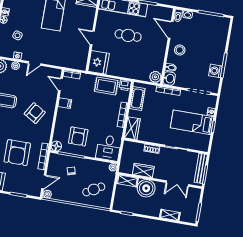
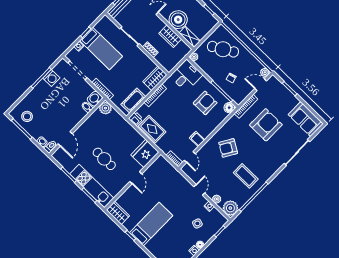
stool: (180, 50) -> (27, 116), moved
door: (35, 63) -> (199, 190), hinge flipped
cafe table: (94, 189) -> (223, 49), width x1.37, depth x1.35

